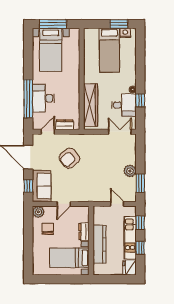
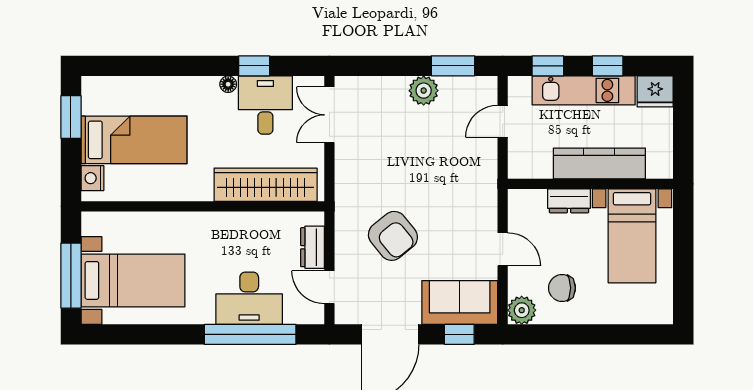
nightstand: (125, 33) -> (92, 178), moved

